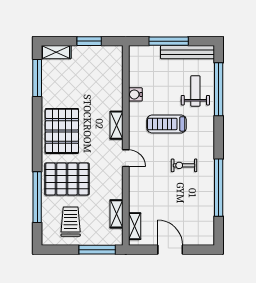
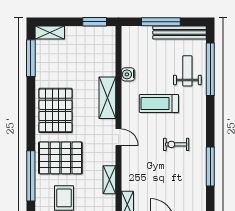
window: (89, 41) -> (95, 22), moved
shelving: (117, 125) -> (107, 98), width x1.50, depth x1.33
window: (219, 188) -> (210, 166), width x0.68
shelving: (117, 214) -> (109, 180), moved

